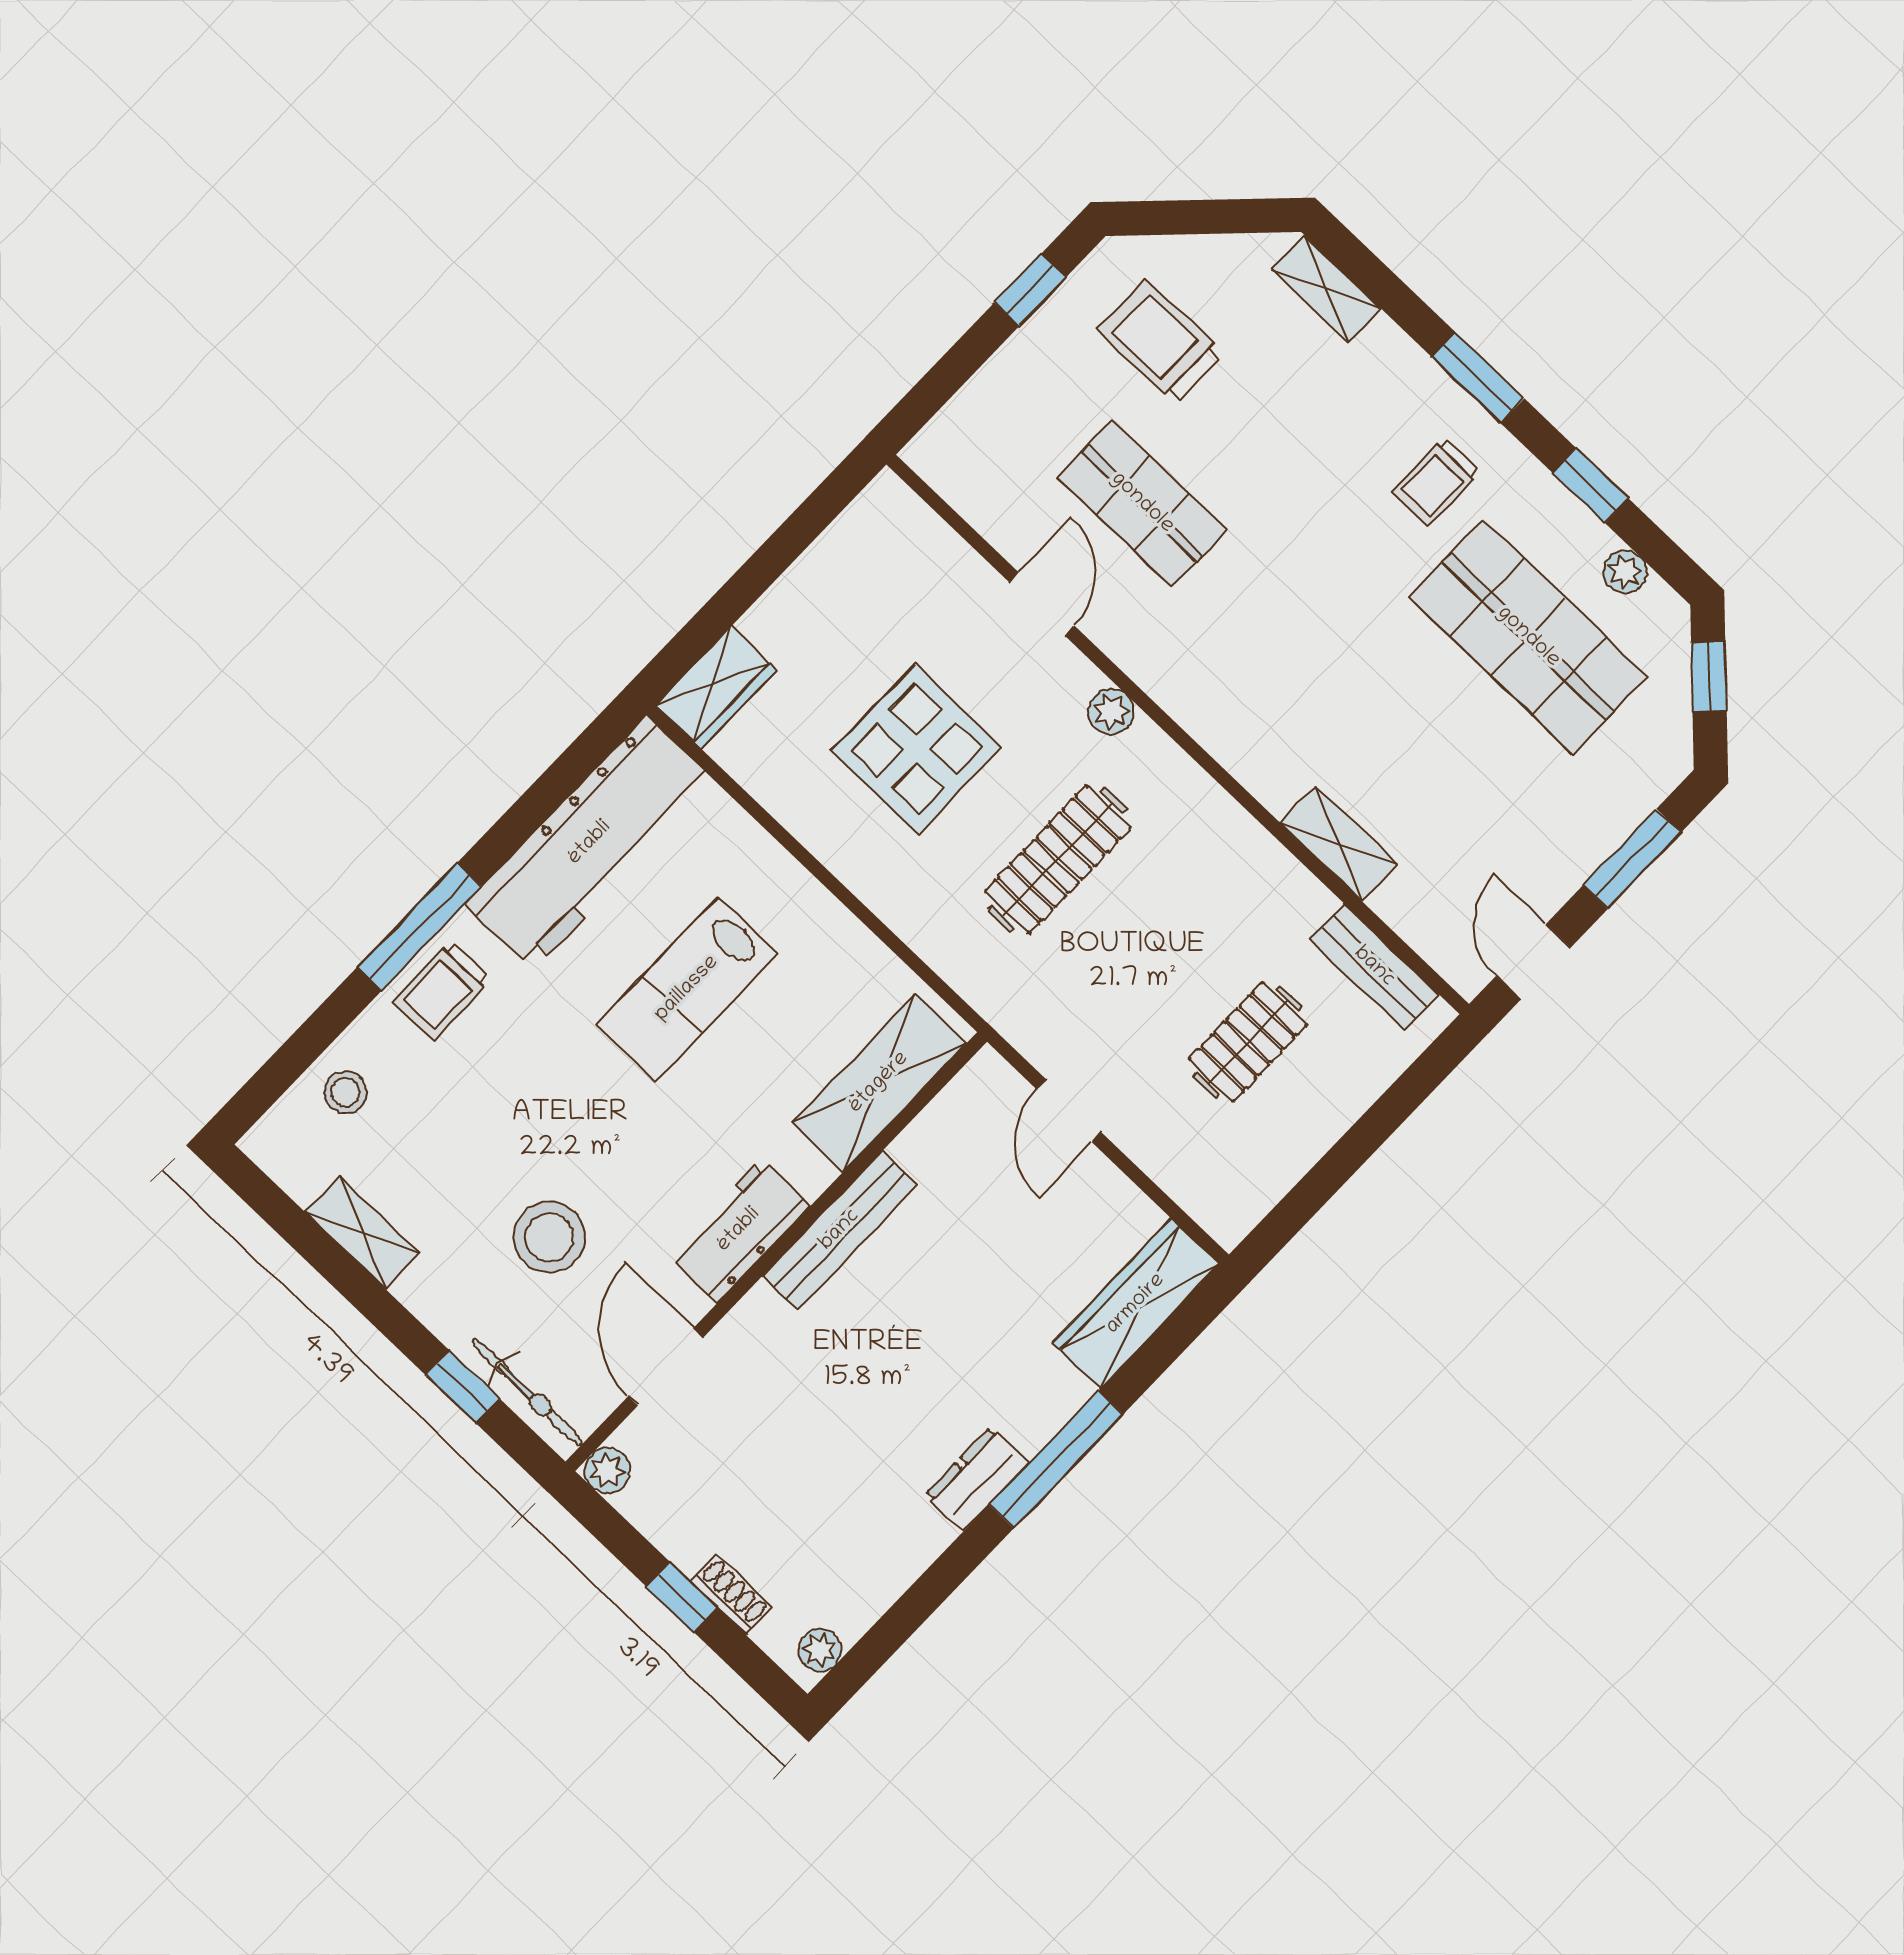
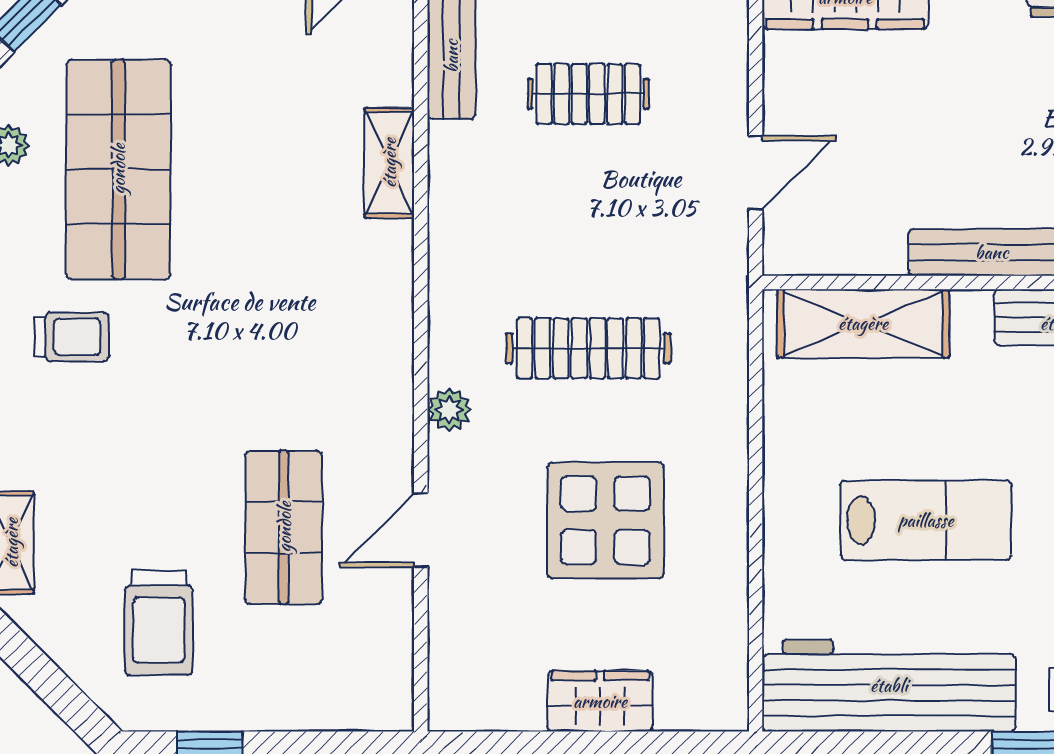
wardrobe: (716, 688) -> (600, 701), moved

